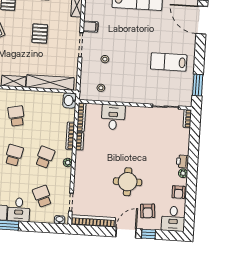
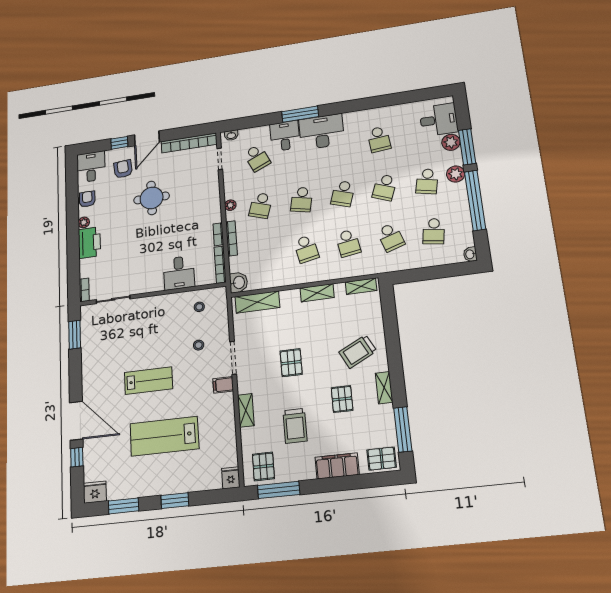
lab bench: (169, 62) -> (148, 381), moved
shelving: (50, 82) -> (257, 302), width x0.68
printer: (182, 161) -> (89, 243), width x1.87, depth x1.48

